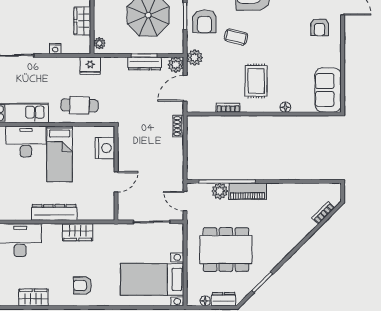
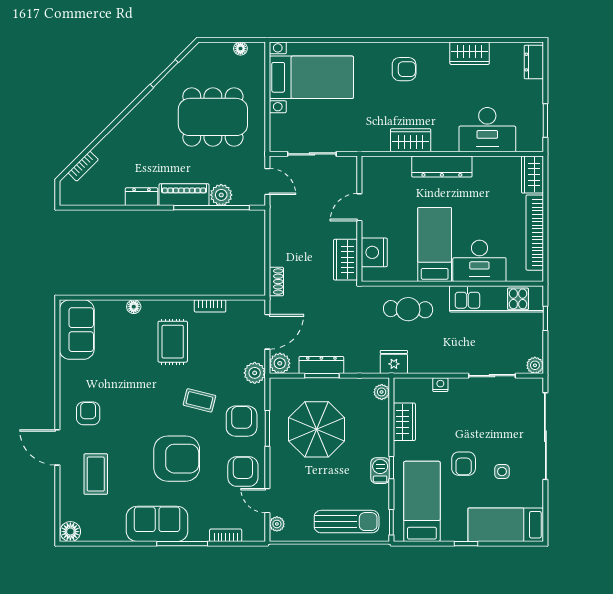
wardrobe: (126, 143) -> (345, 260), added
dresser: (224, 299) -> (141, 197), moved, turned 180

